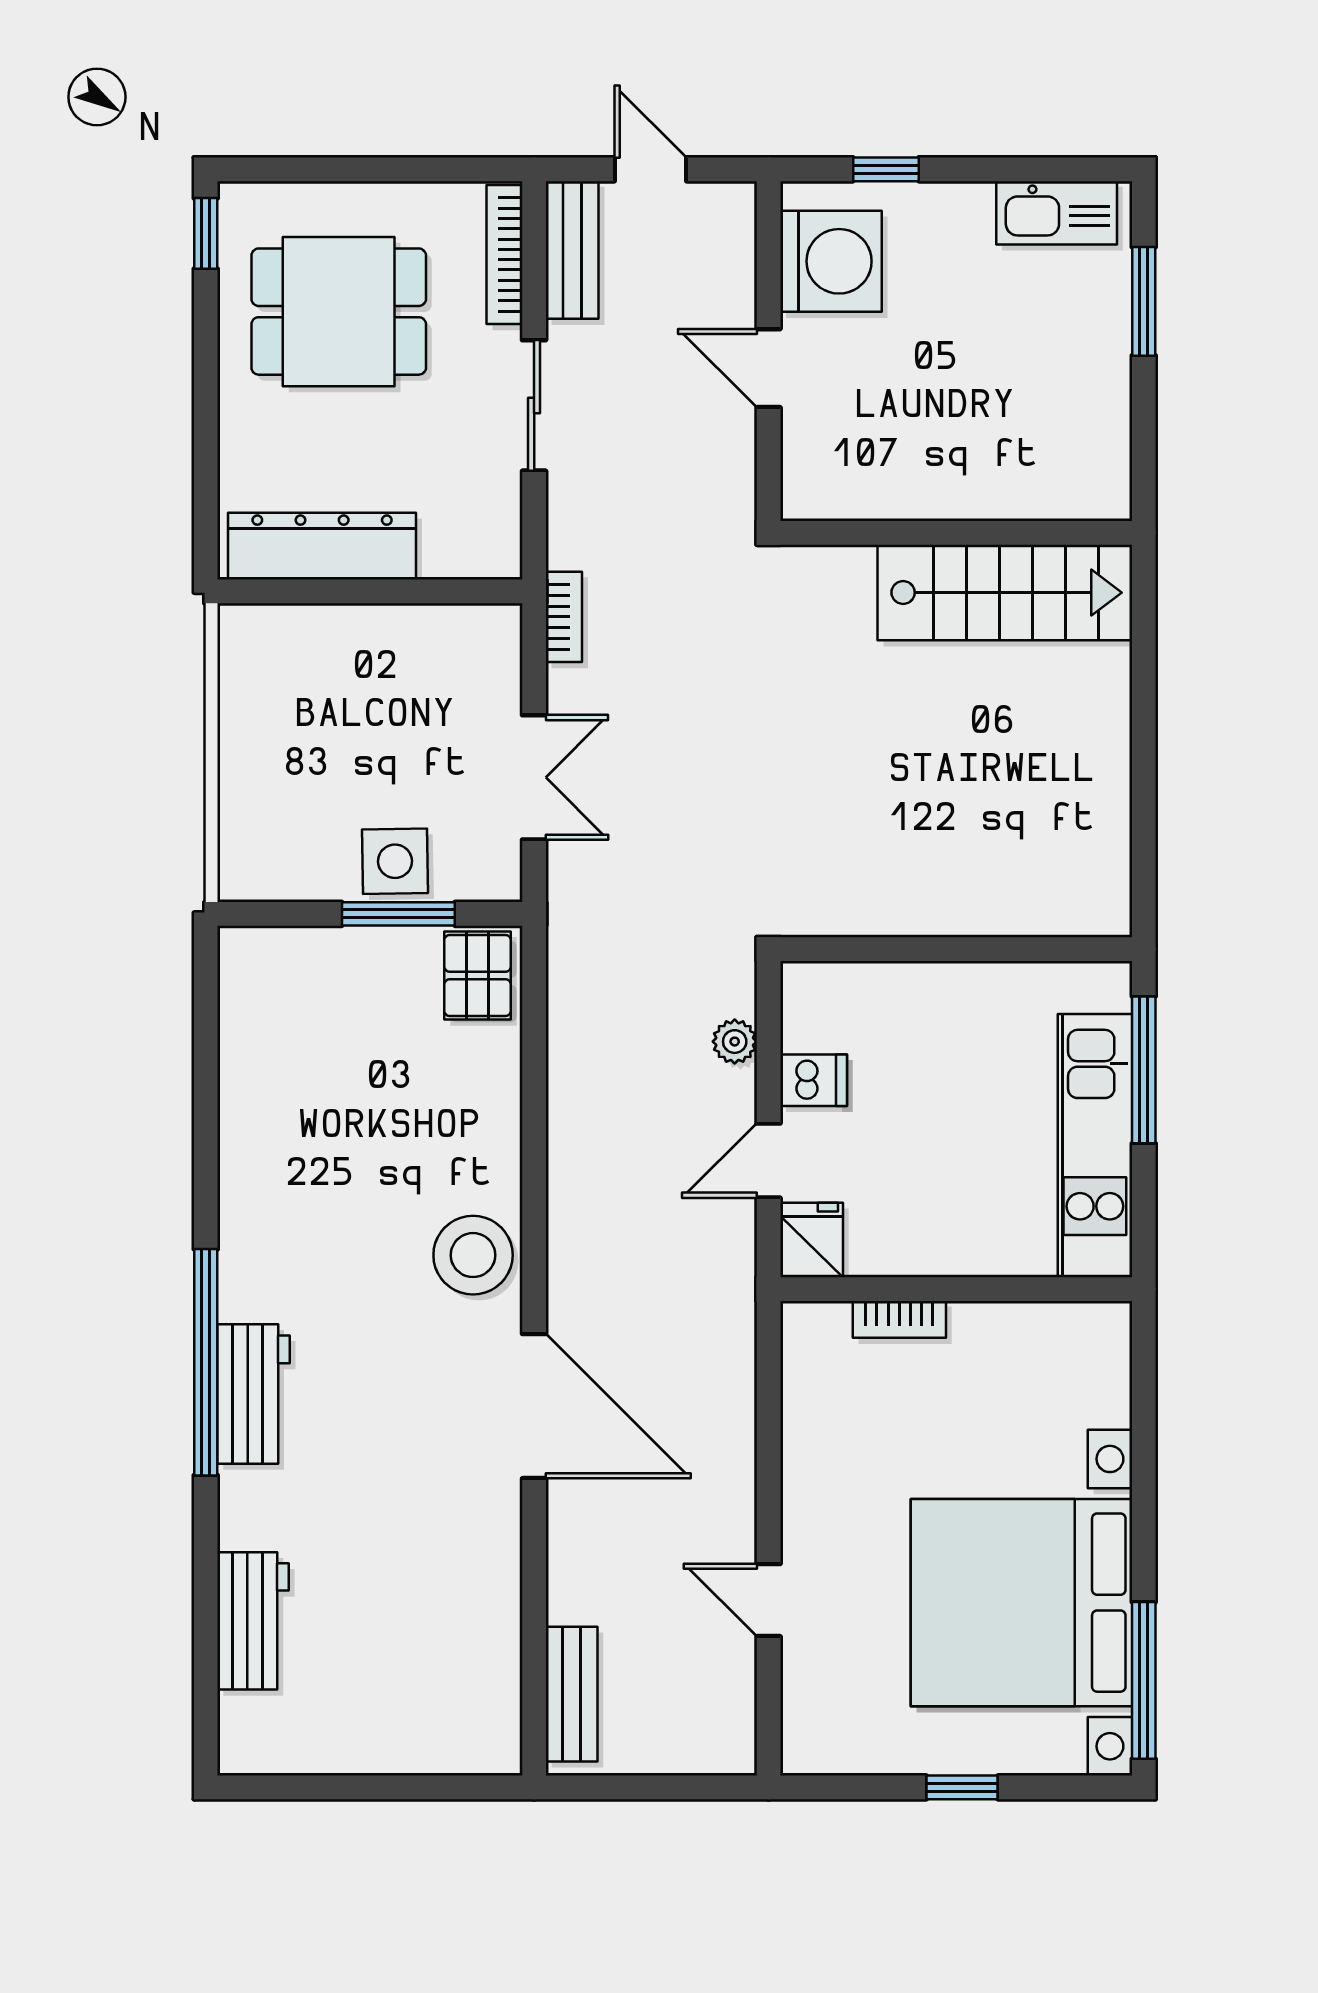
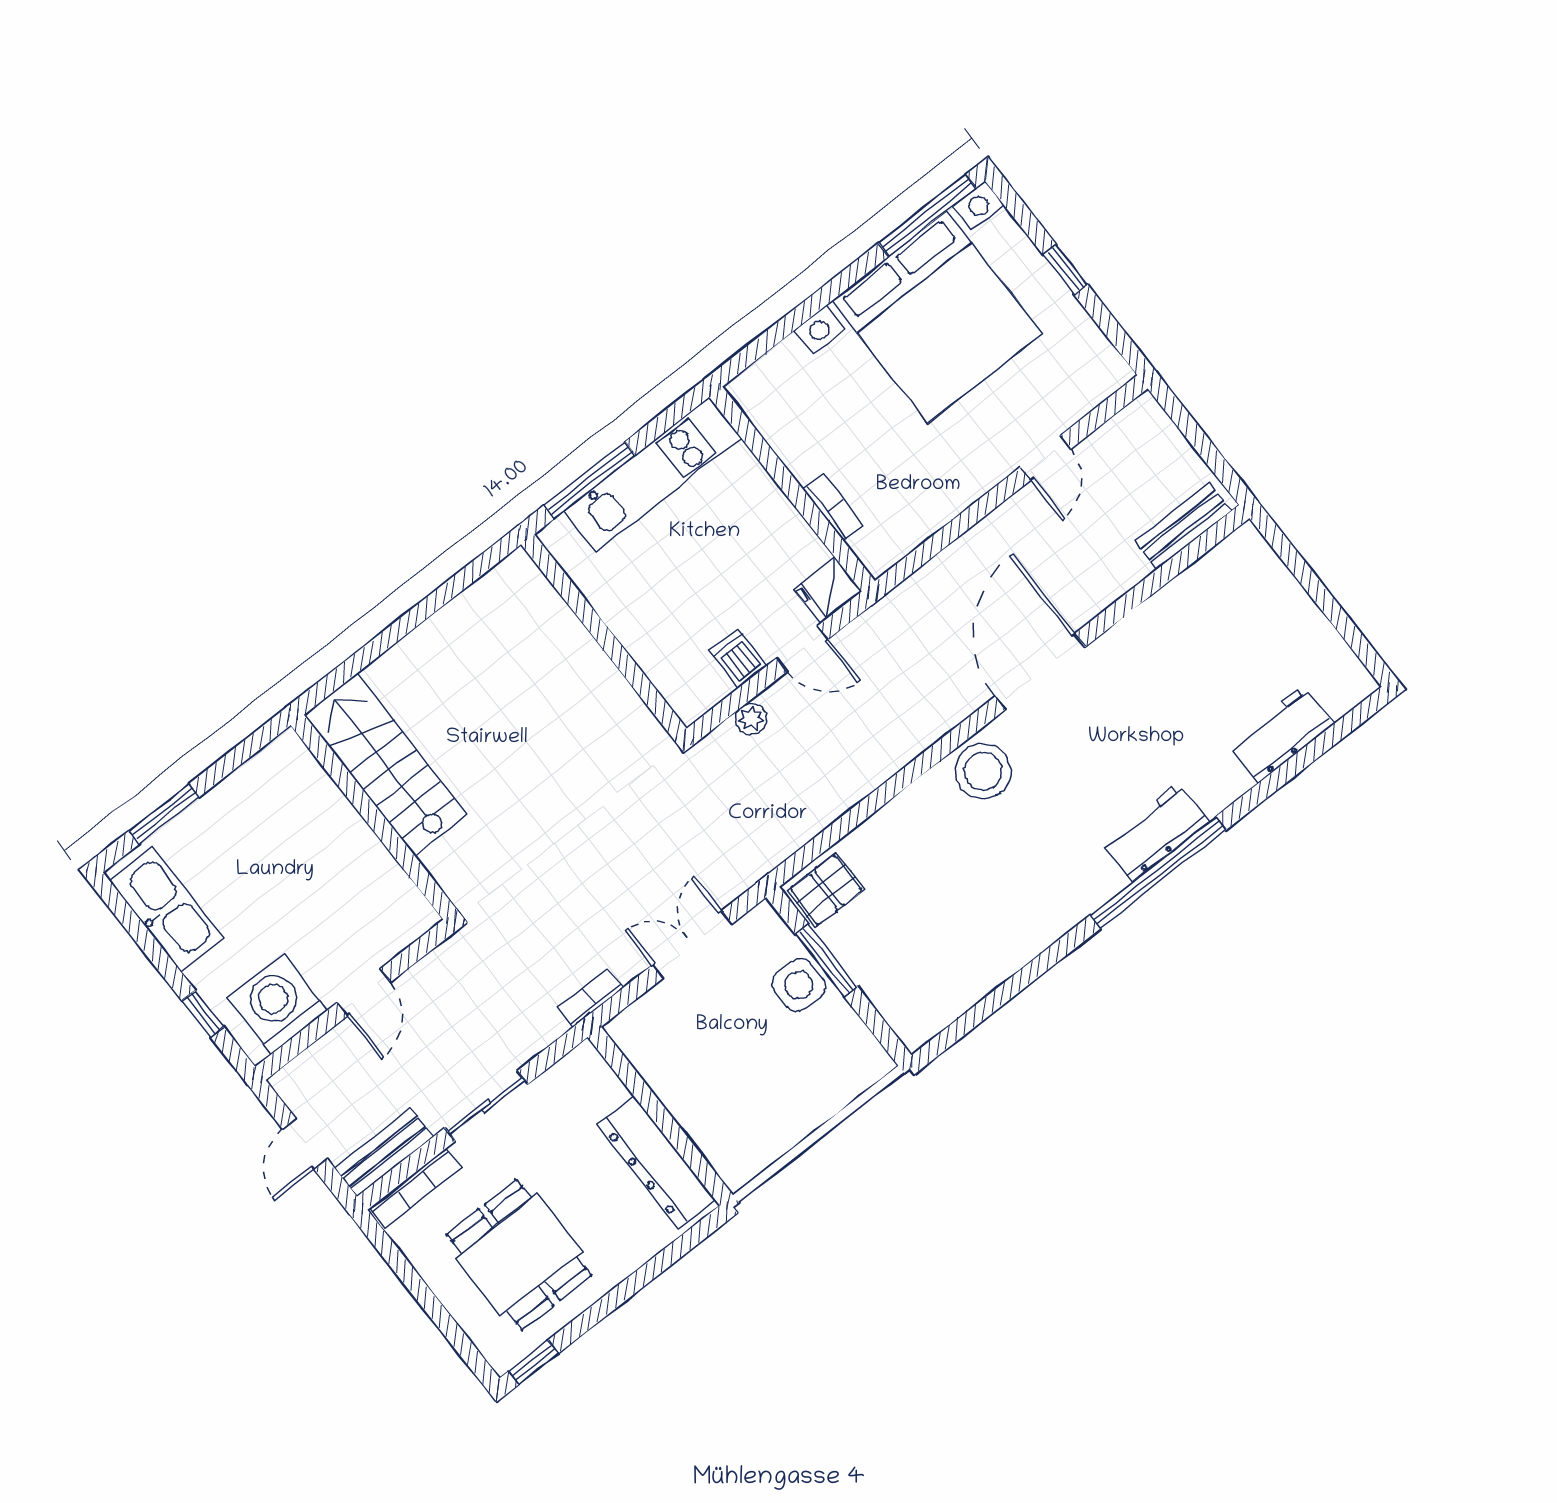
kitchen sink: (1057, 213) -> (167, 909), width x1.36, depth x1.24

